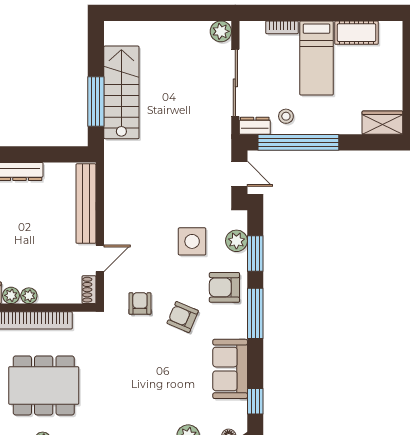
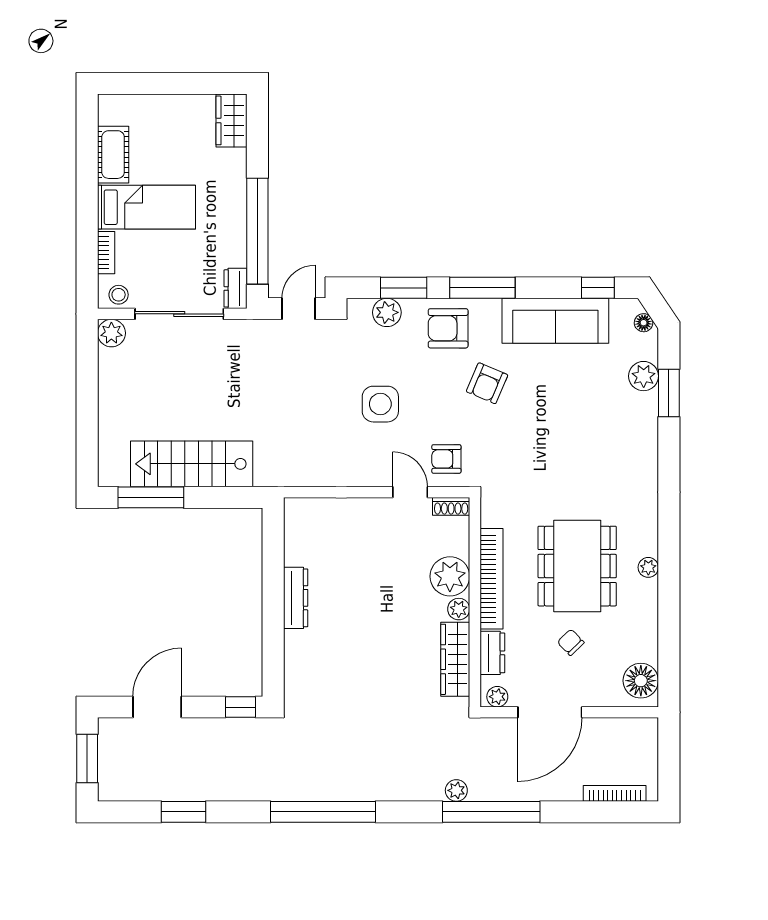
window: (96, 102) -> (151, 497), moved
stool: (286, 116) -> (119, 295), moved
bench: (86, 204) -> (338, 510), removed
side table: (192, 241) -> (380, 404), moved
armchair: (224, 287) -> (448, 328), turned 90
plant: (29, 296) -> (450, 576), width x1.88, depth x1.88
armchair: (140, 303) -> (446, 459), moved
sofa: (230, 369) -> (555, 321), width x1.36

